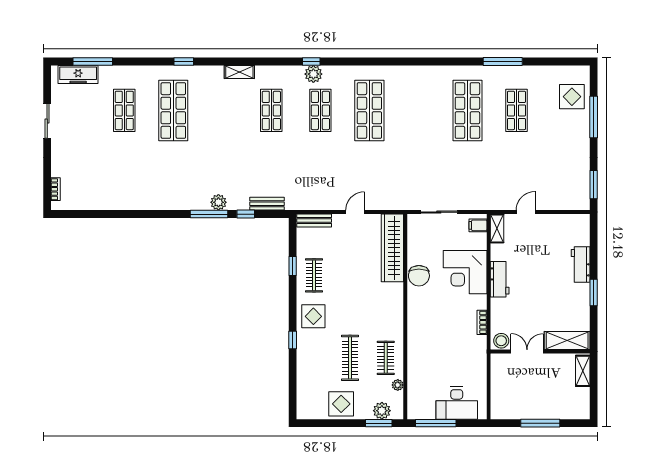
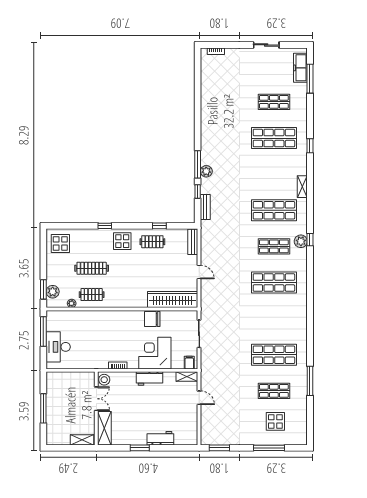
display table: (572, 97) -> (275, 421), moved
shop shelf: (271, 110) -> (274, 210), width x1.43, depth x1.36
display table: (341, 404) -> (60, 244), moved

